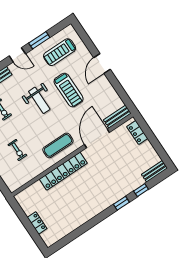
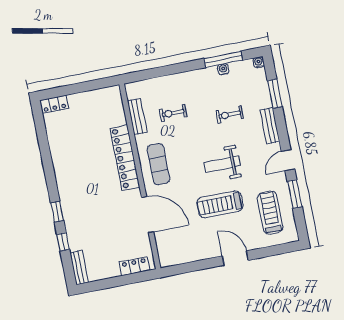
bench: (117, 117) -> (137, 117), moved
locker: (37, 223) -> (54, 104), moved

